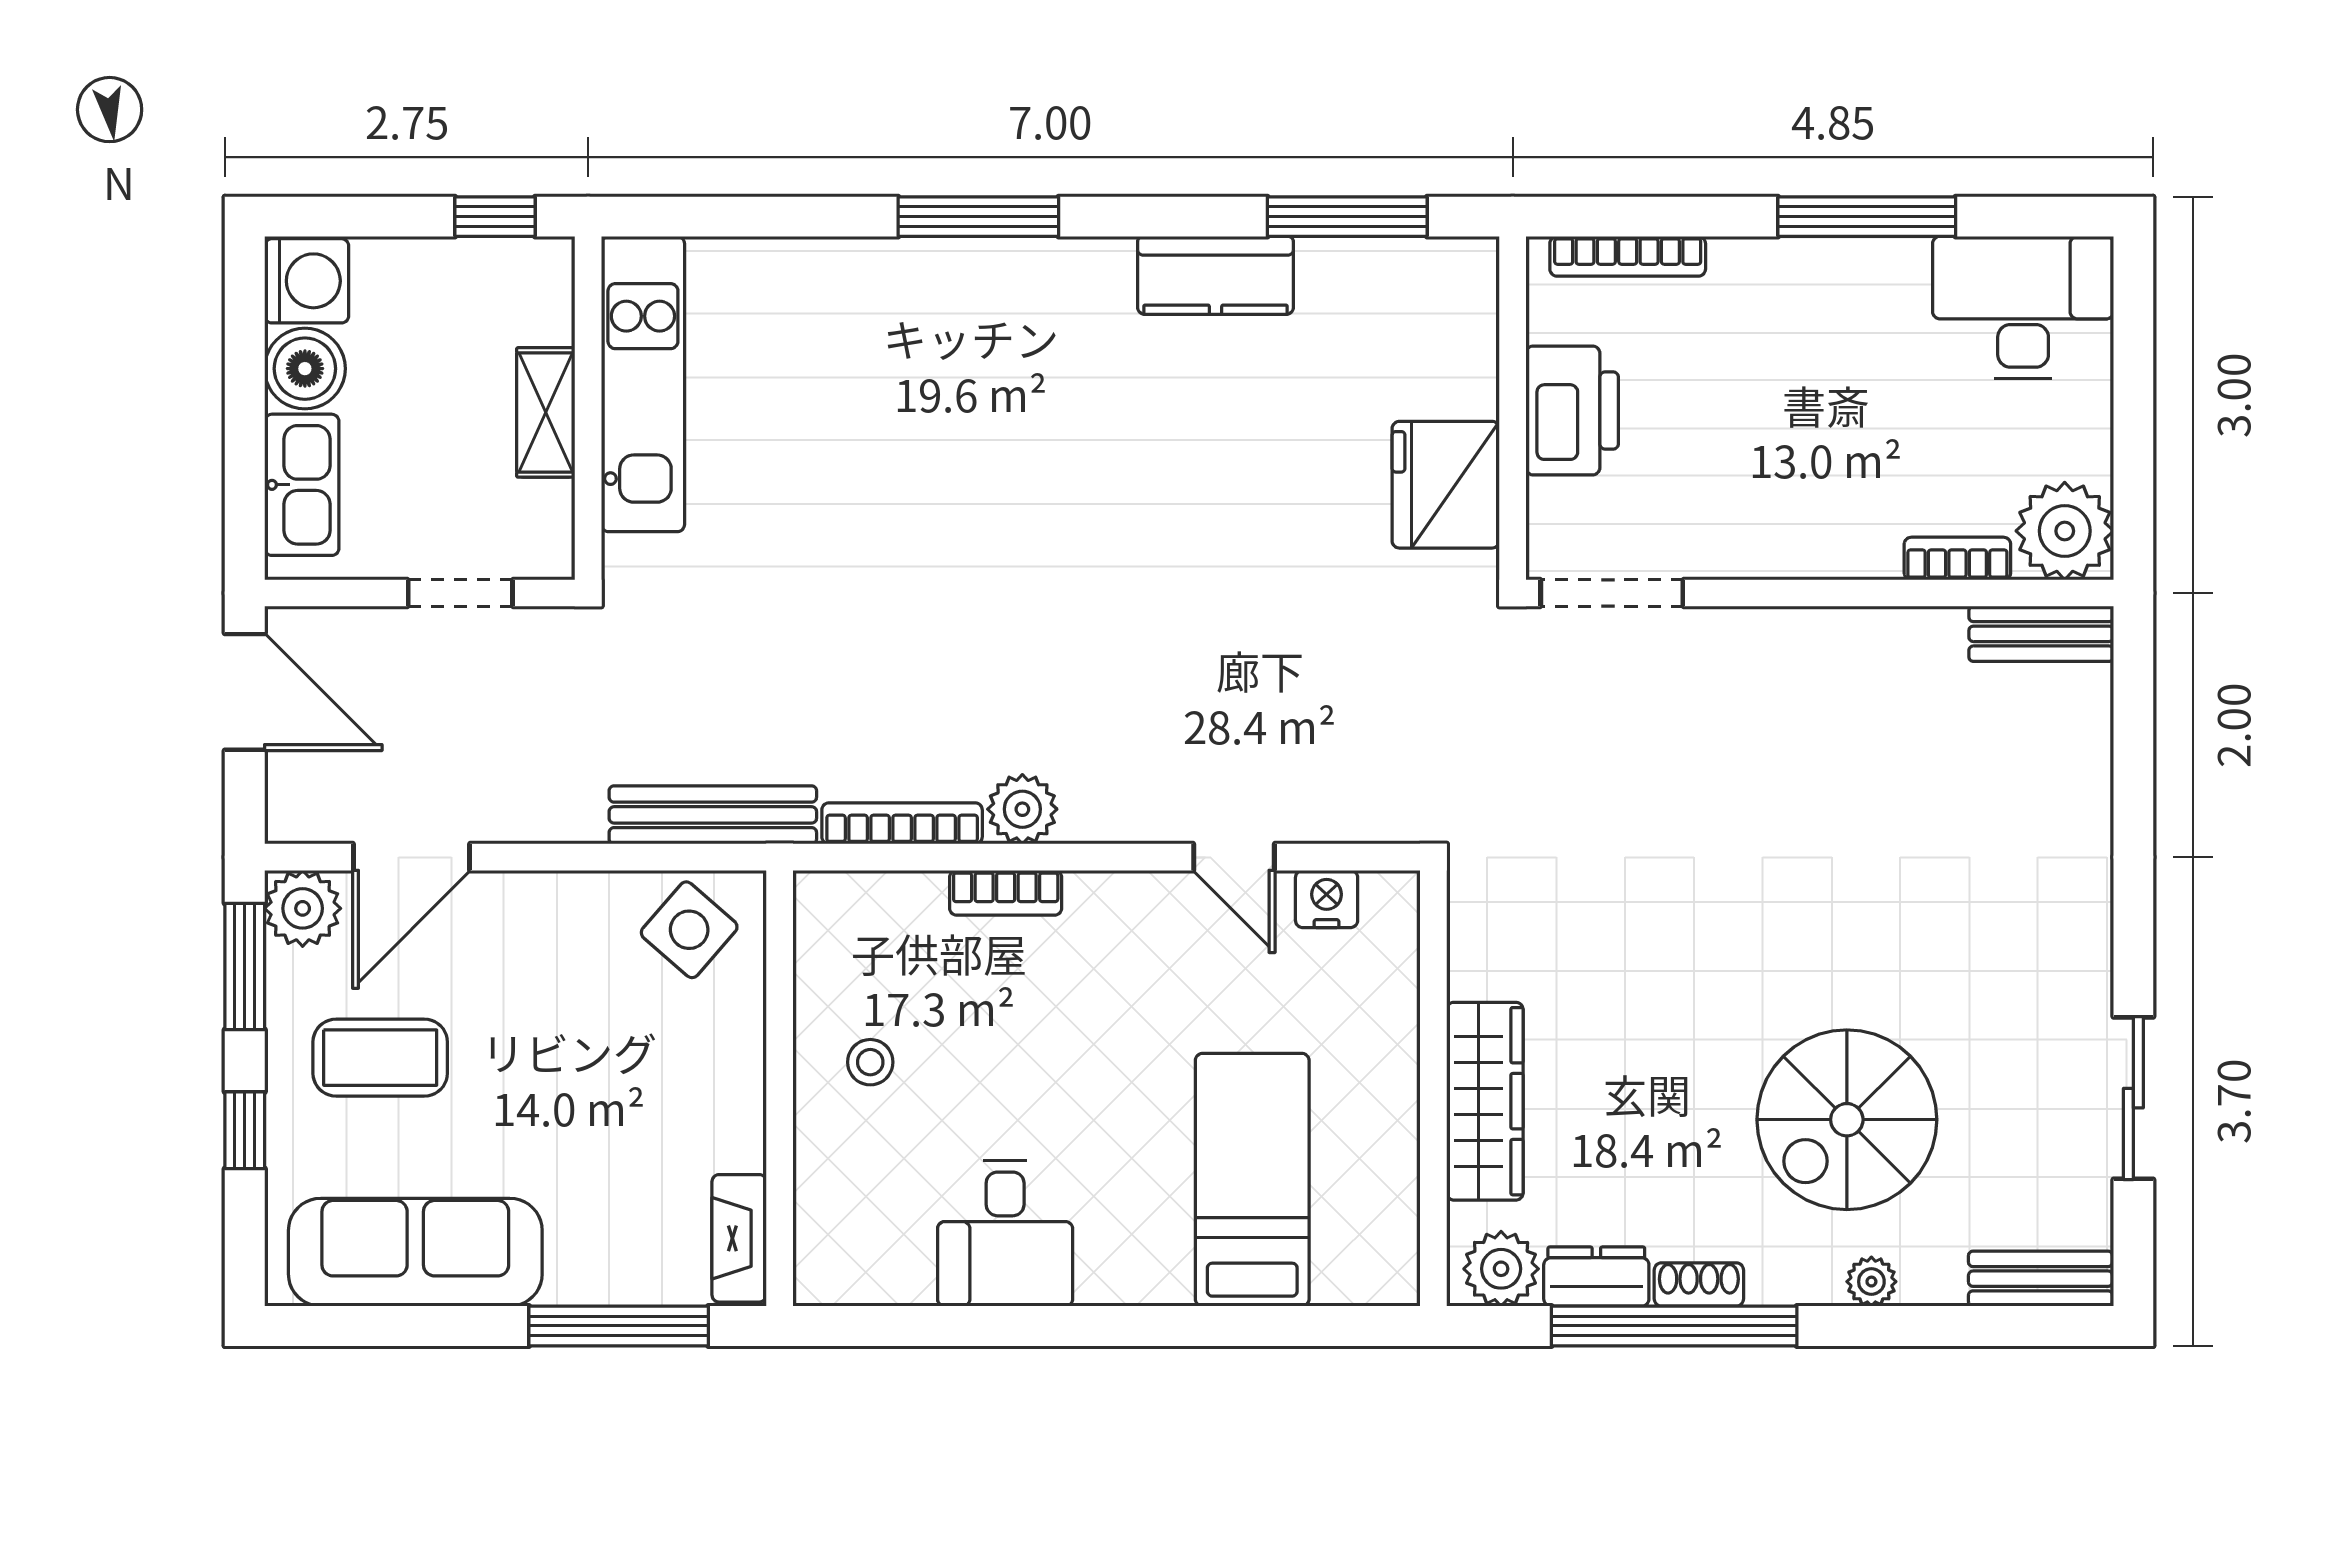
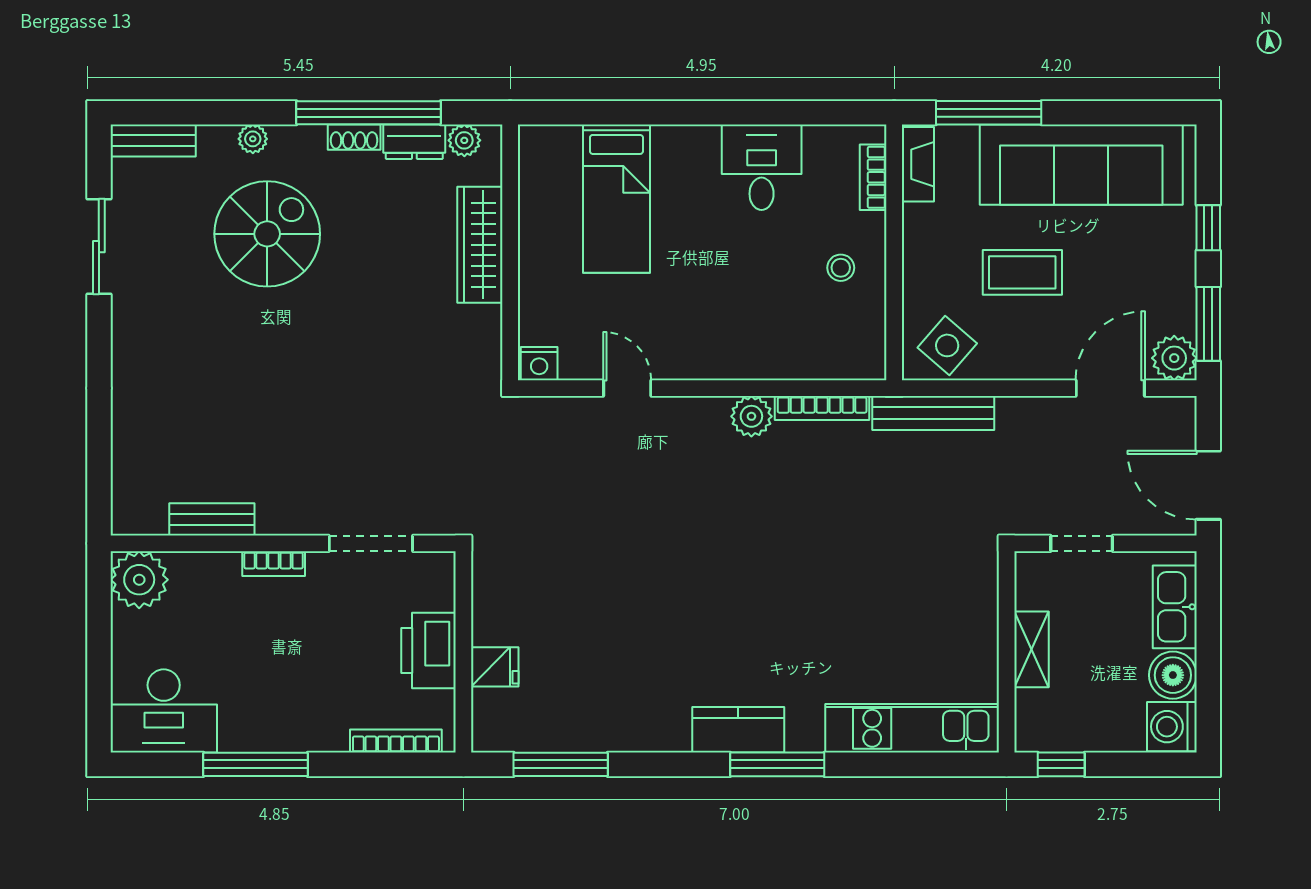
kitchen counter: (1216, 275) -> (738, 730), moved
kitchen unit: (643, 384) -> (912, 728), moved, turned 90
fridge: (1446, 485) -> (495, 667), moved, width x0.53, depth x0.75
bookcase: (1957, 558) -> (274, 564), moved
doorway: (1612, 593) -> (371, 543), moved
bench: (2041, 634) -> (212, 519), moved
bookcase: (1006, 893) -> (873, 177), moved, turned -90
nightstand: (1327, 899) -> (539, 364), moved
coffee table: (380, 1058) -> (1022, 272), moved
sofa: (415, 1252) -> (1081, 165), width x1.36, depth x1.27
plant: (1501, 1269) -> (464, 140), width x0.73, depth x0.73

